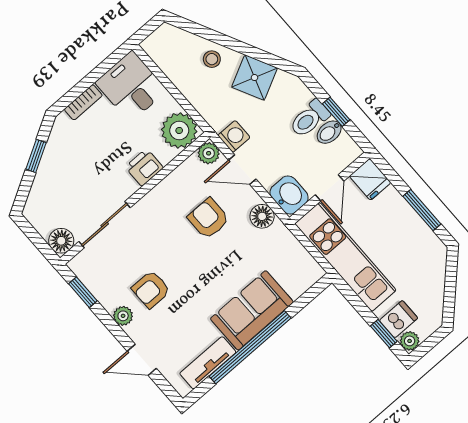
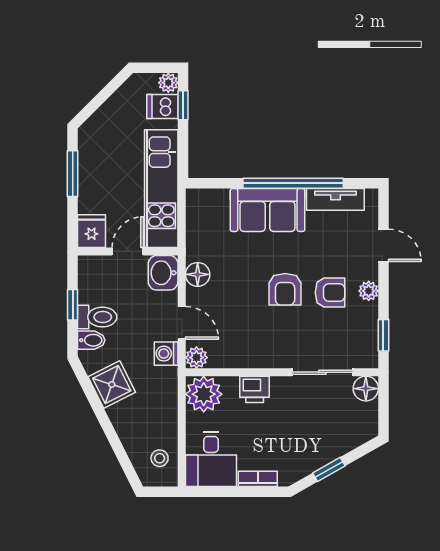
stool: (212, 59) -> (160, 458), moved
bidet: (329, 132) -> (91, 340), moved
armchair: (208, 218) -> (285, 289), moved

